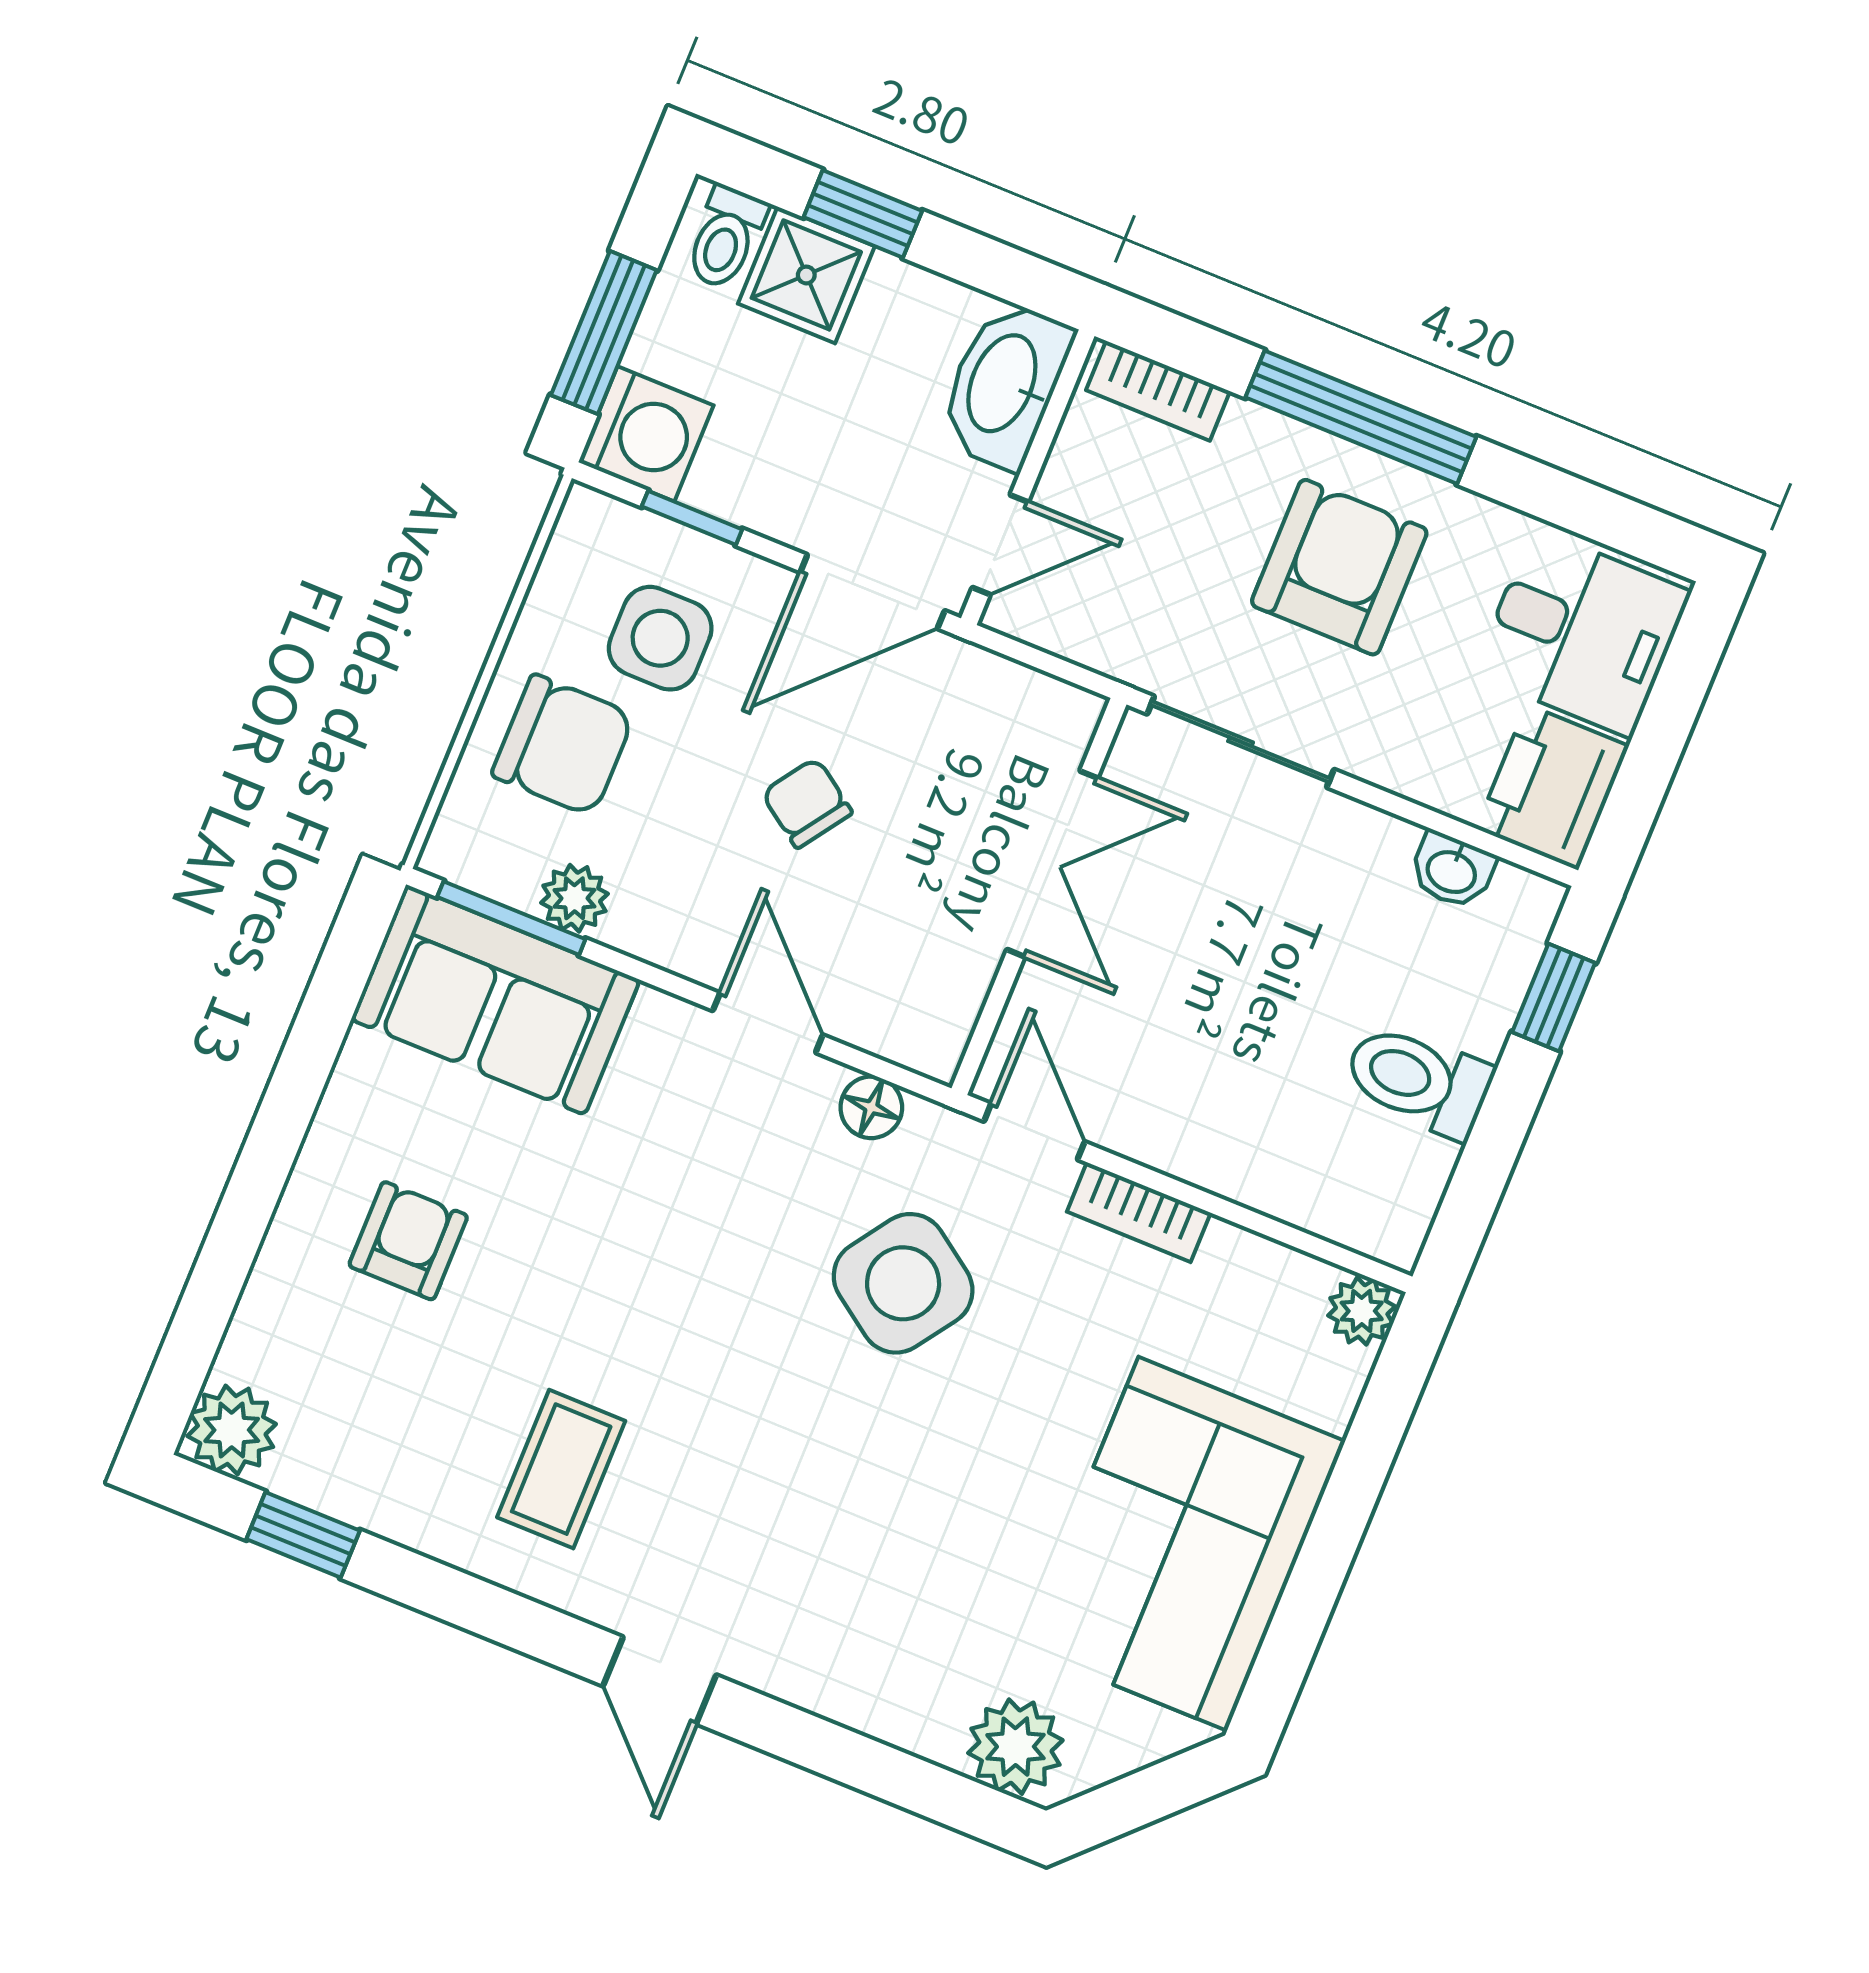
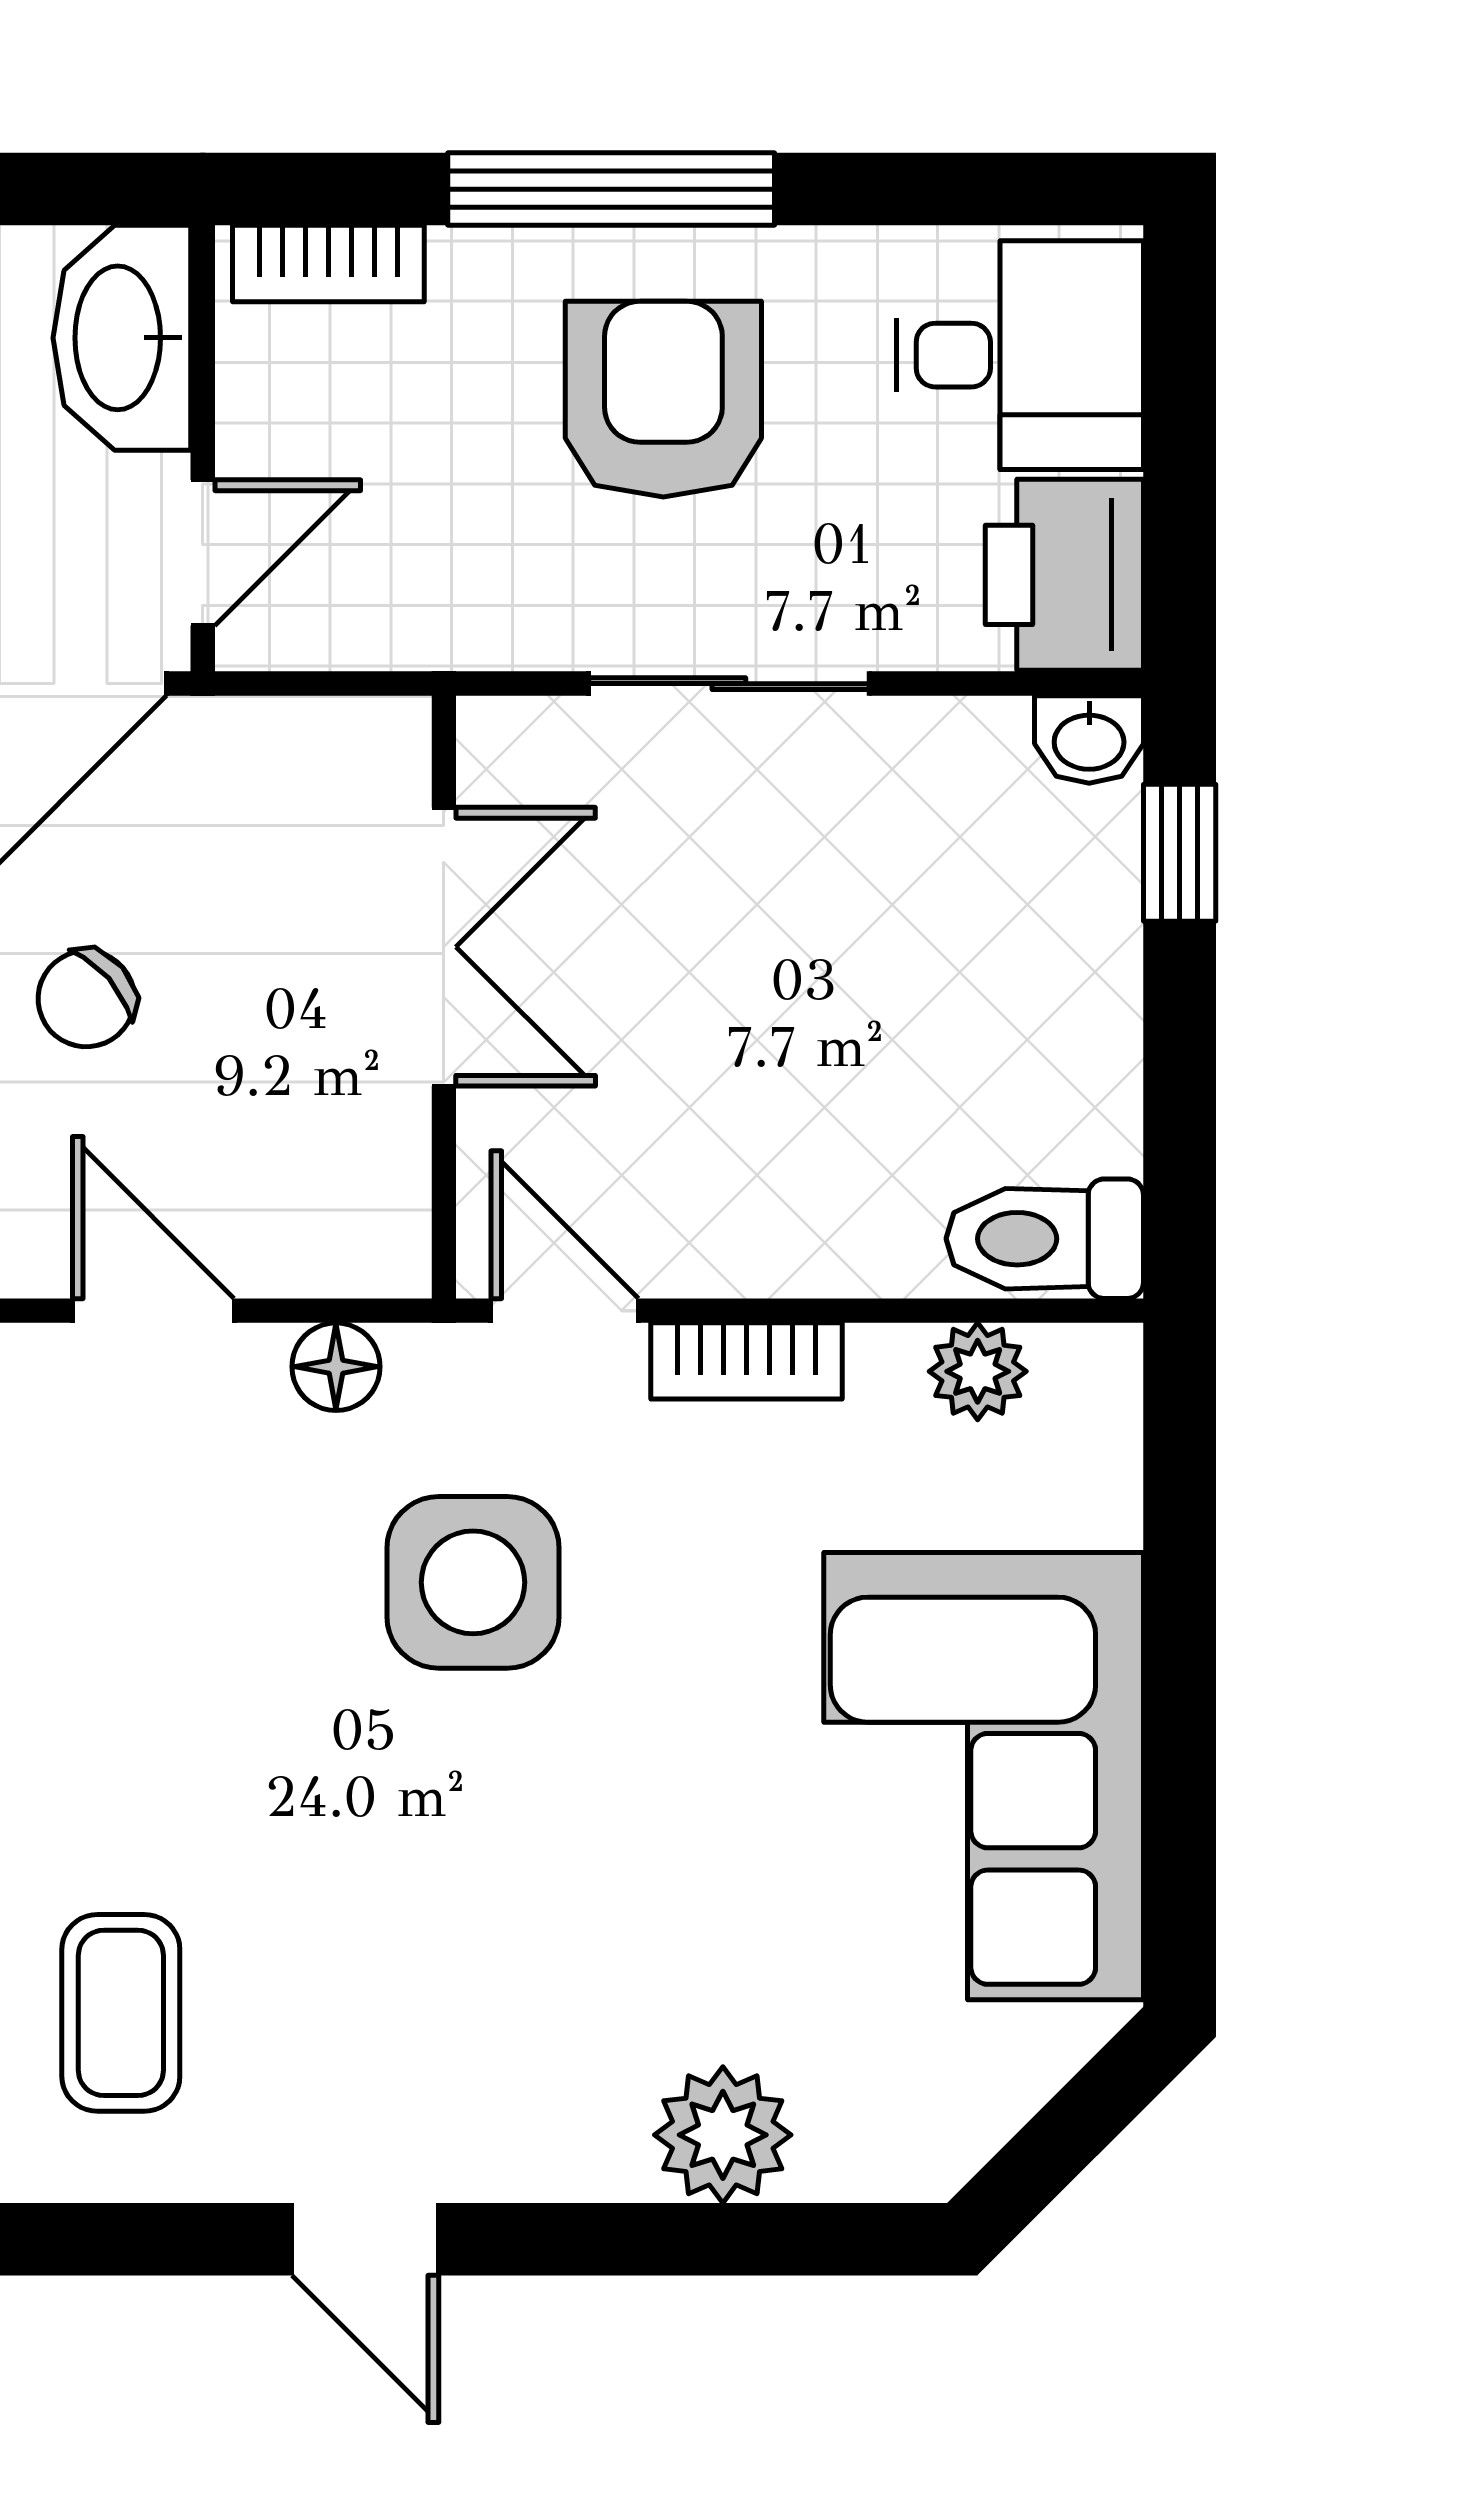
sliding door: (1241, 742) -> (729, 684), moved
chair: (807, 803) -> (86, 999), turned -76
washbasin: (1452, 870) -> (1089, 740), moved
toilet: (1418, 1080) -> (1045, 1239), moved
side table: (903, 1283) -> (473, 1582), turned -35
plant: (1362, 1311) -> (978, 1371), moved
plant: (1015, 1747) -> (723, 2135), moved

